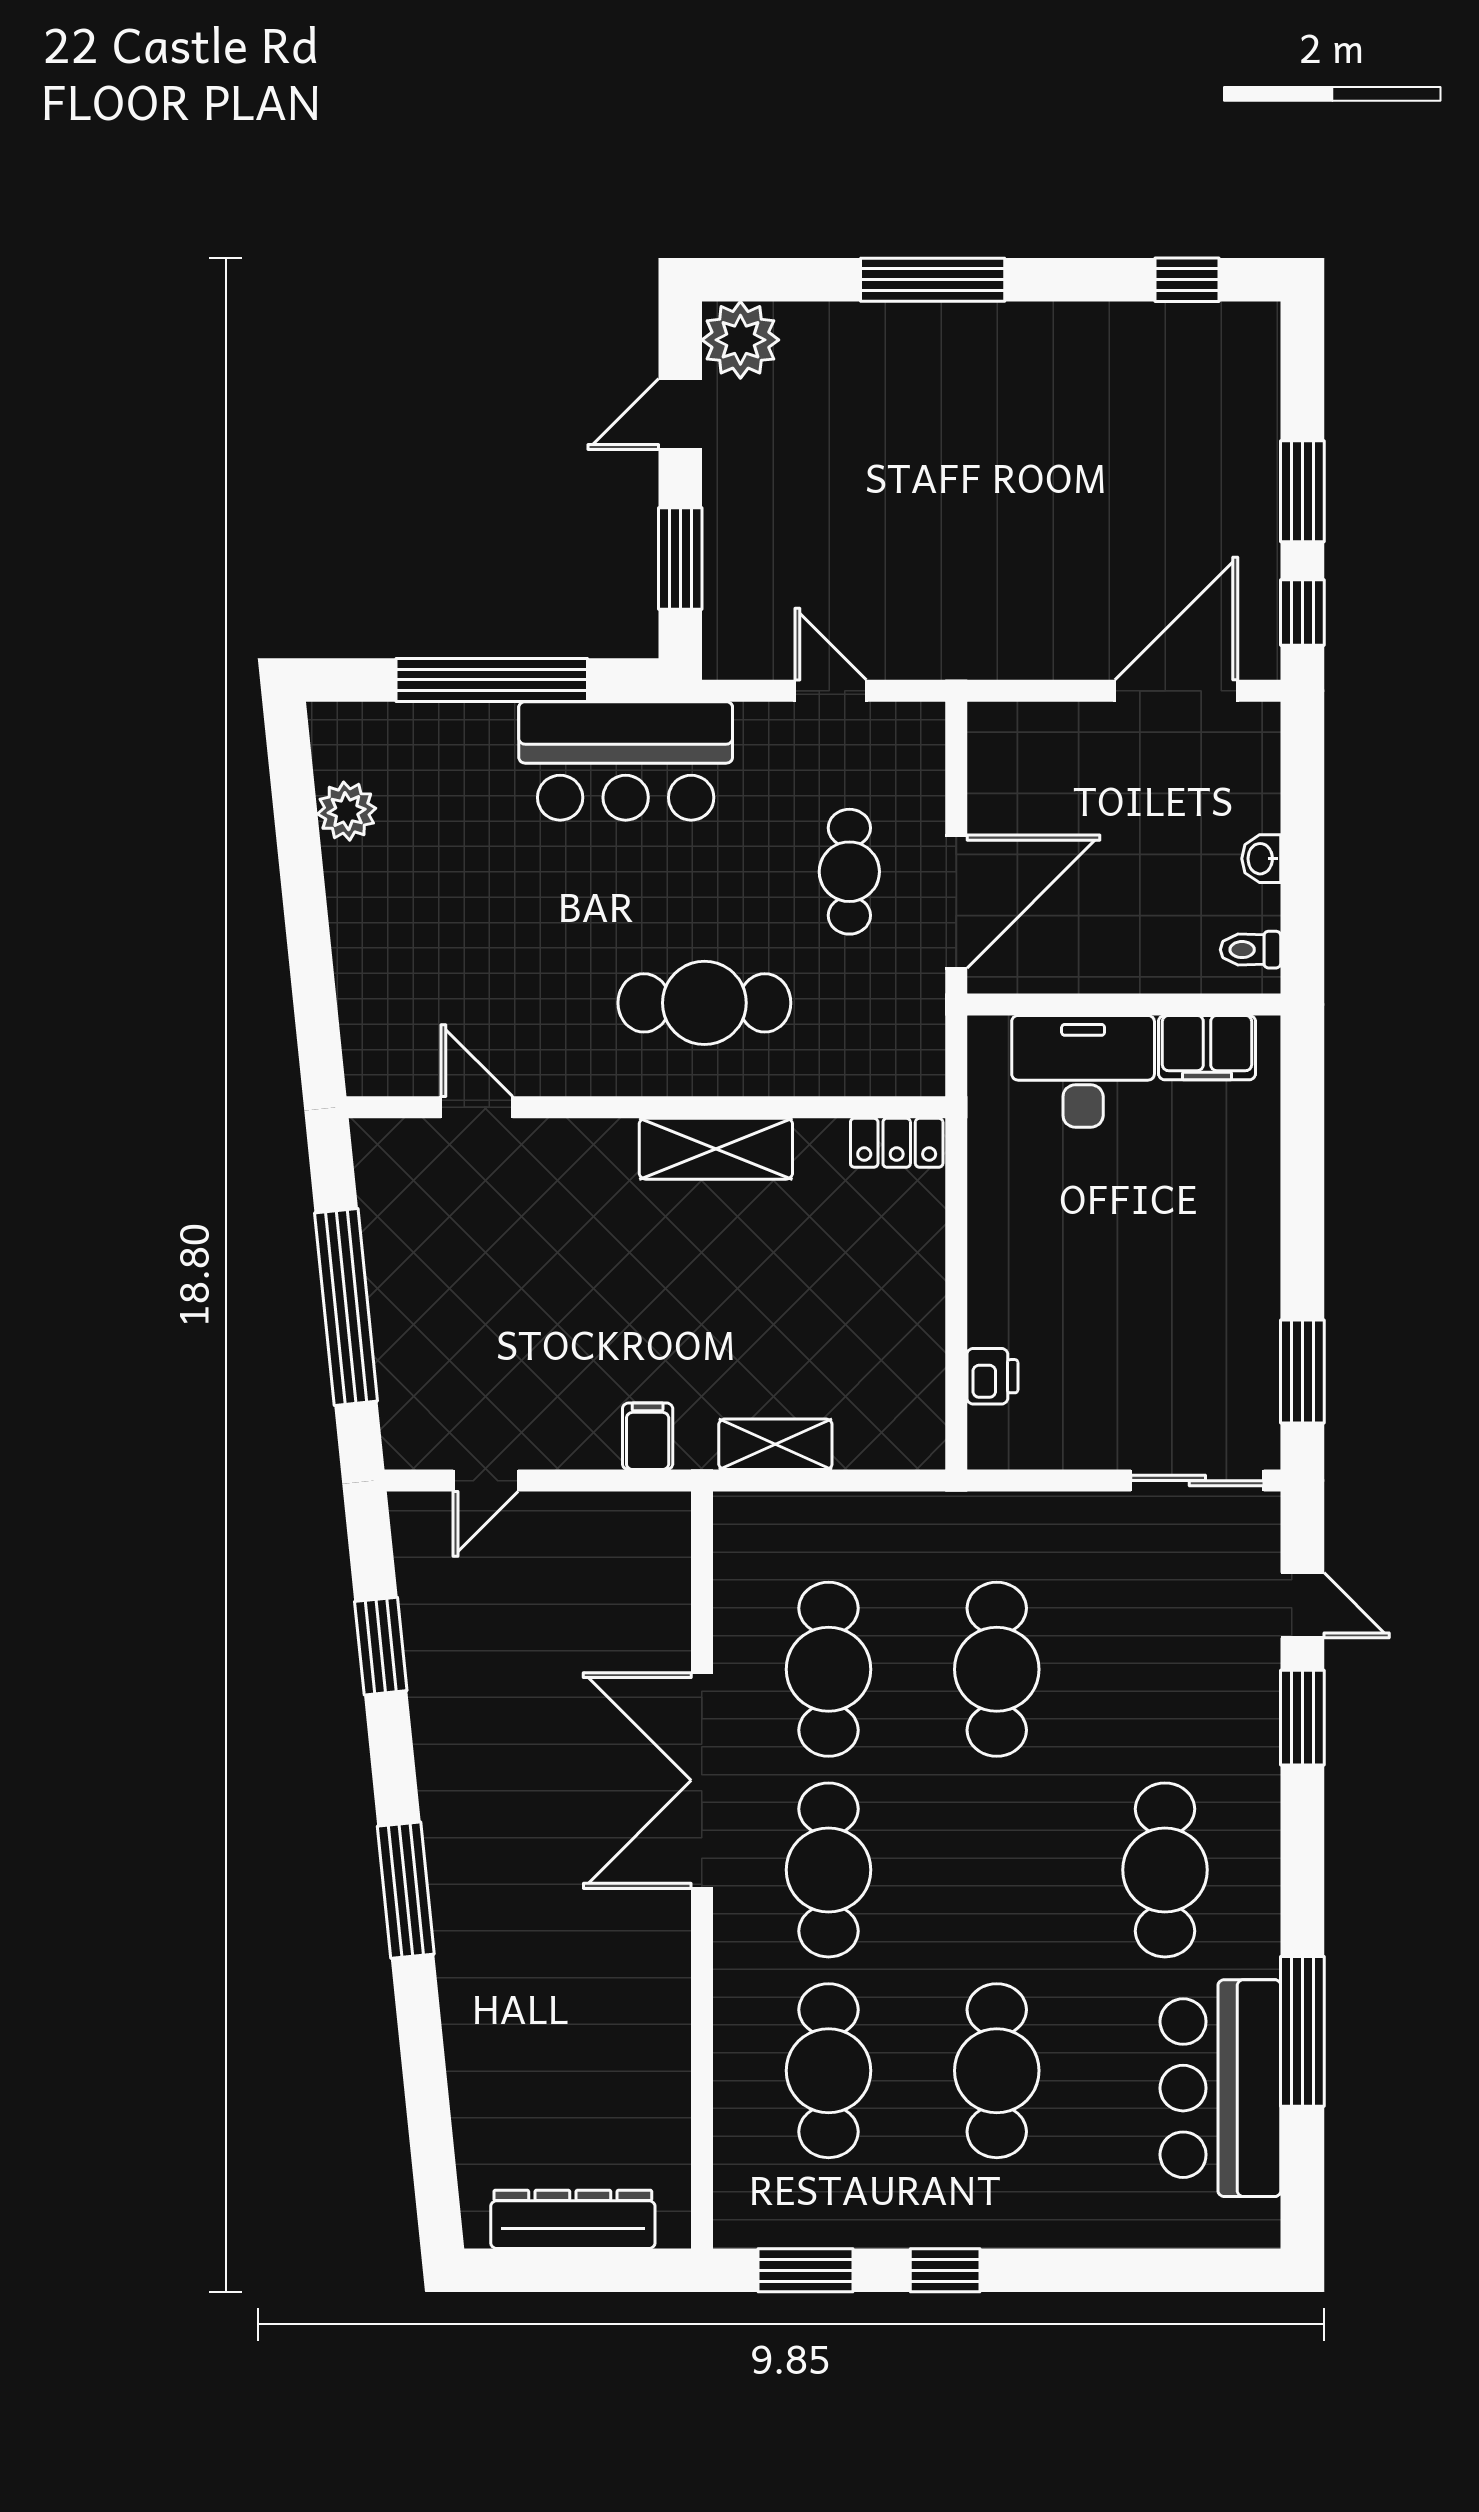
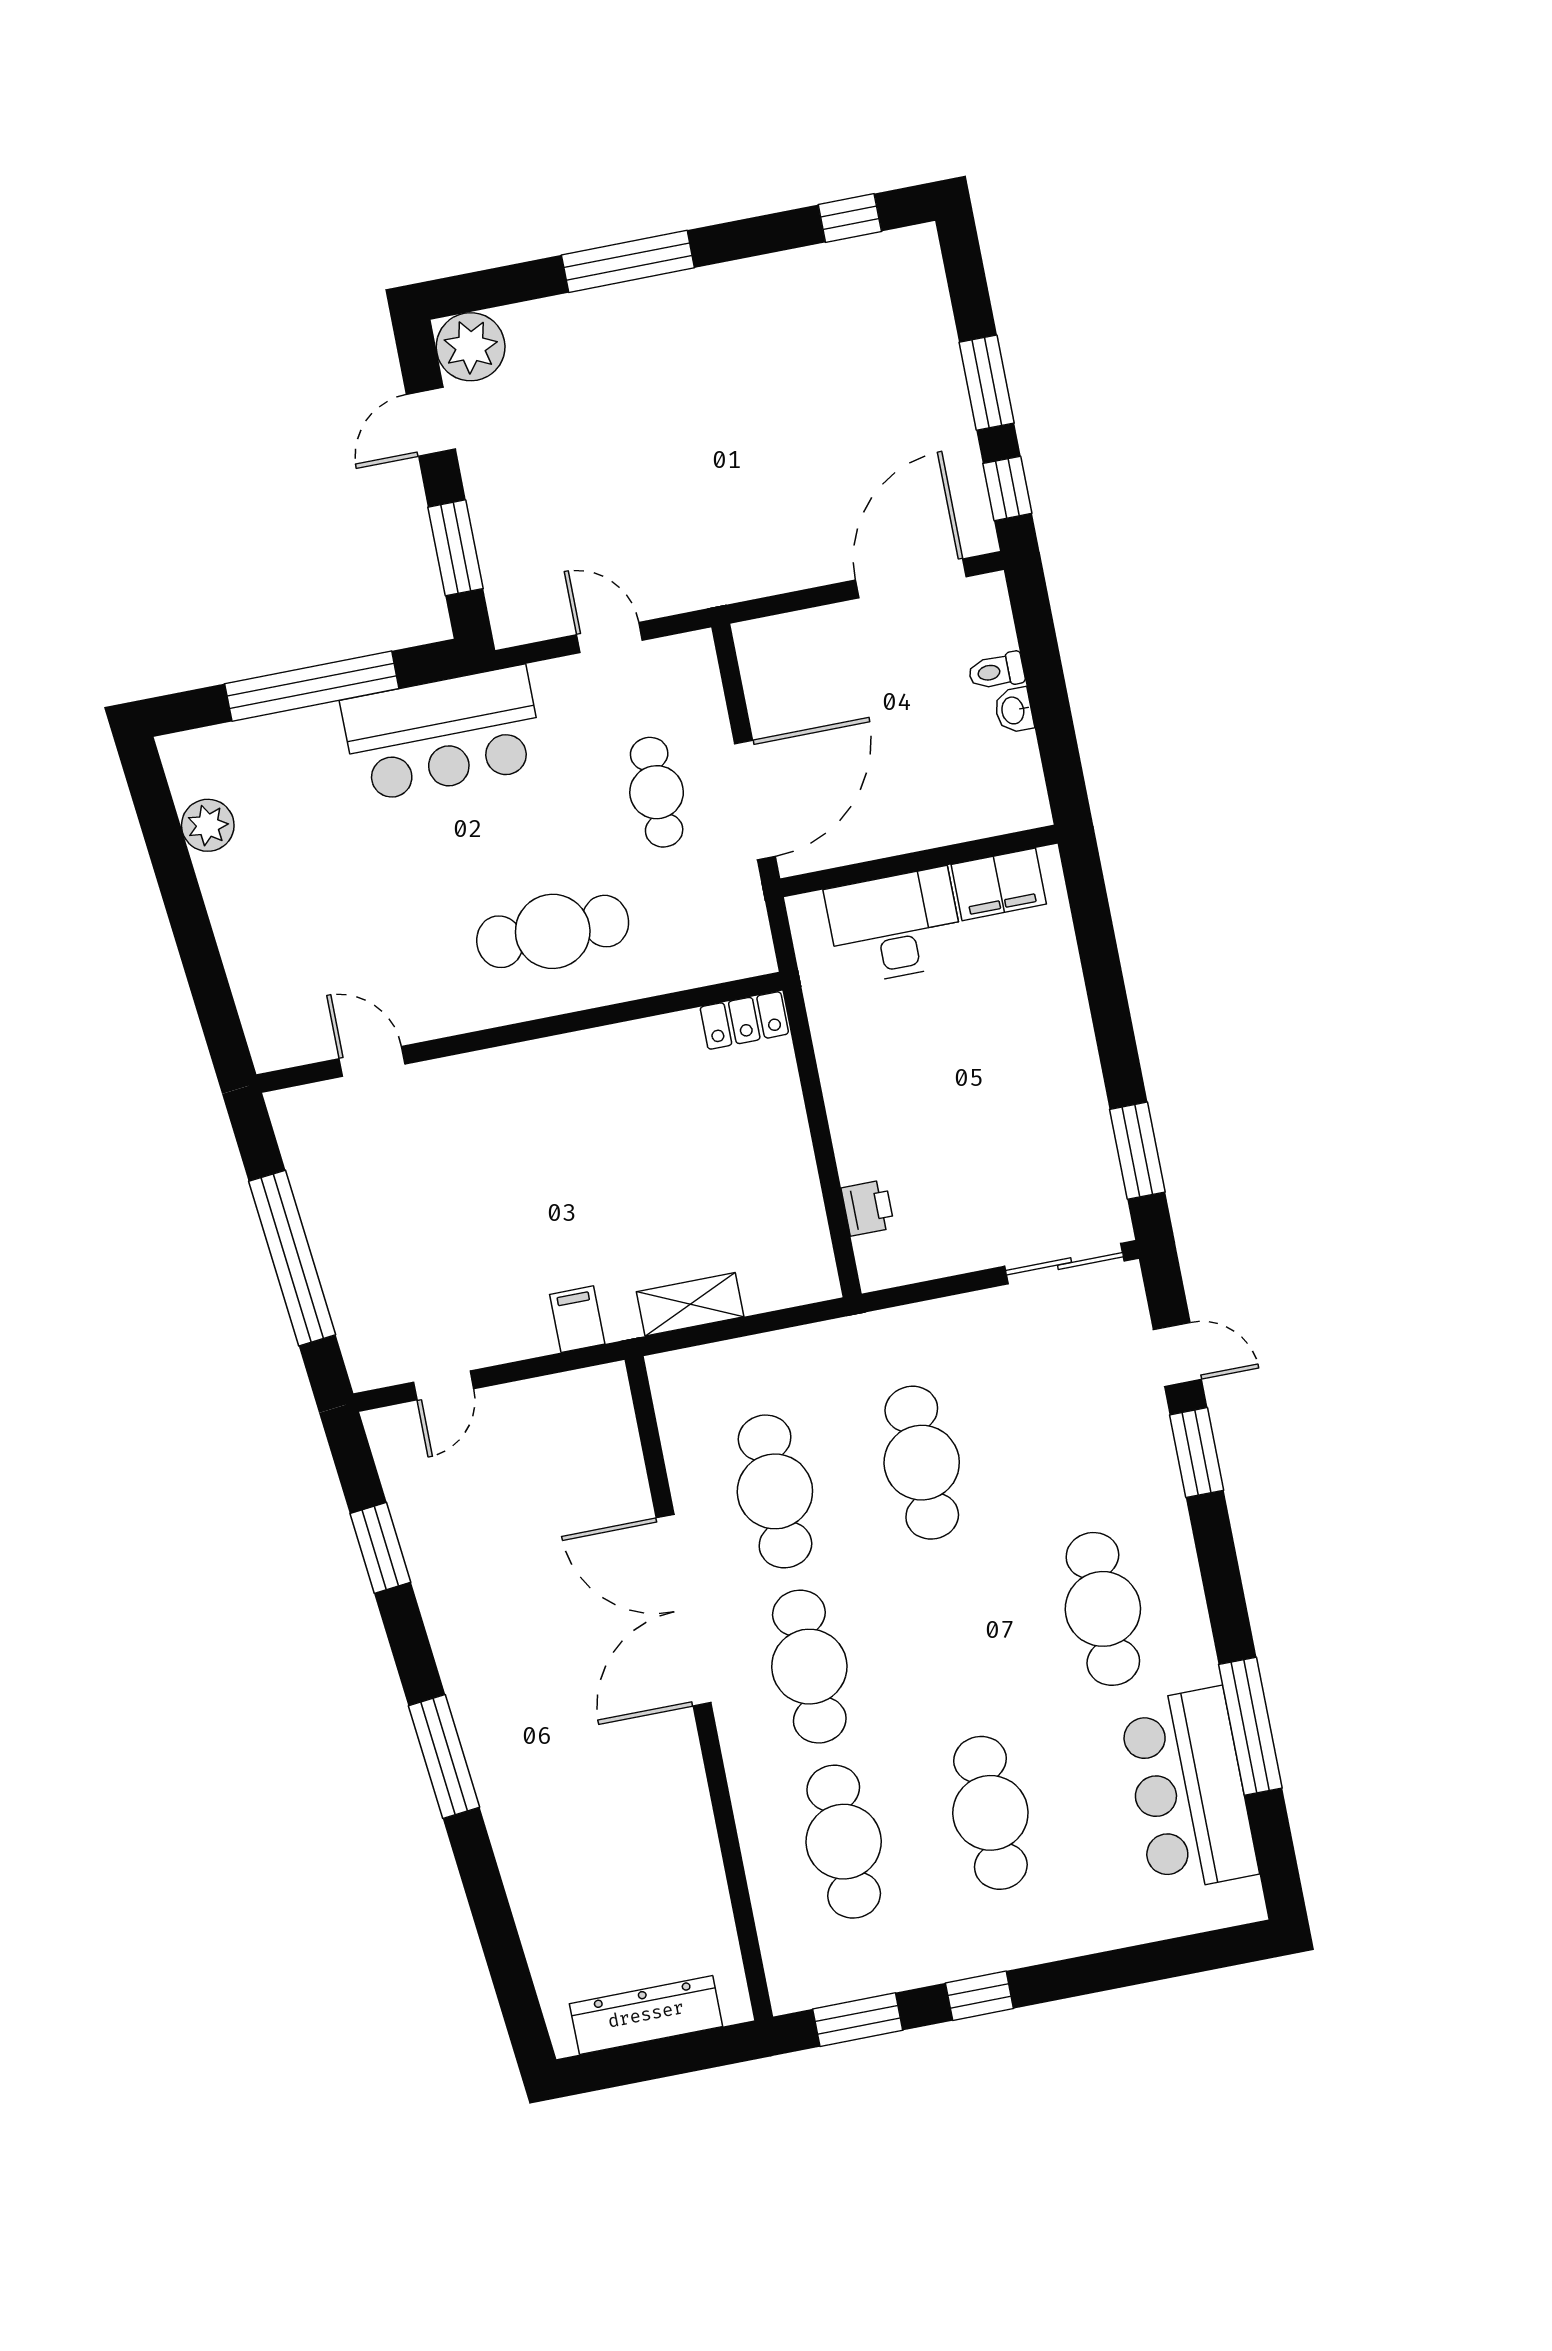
toilet: (1251, 950) -> (996, 671), moved
shelving: (716, 1149) -> (588, 1057), removed

